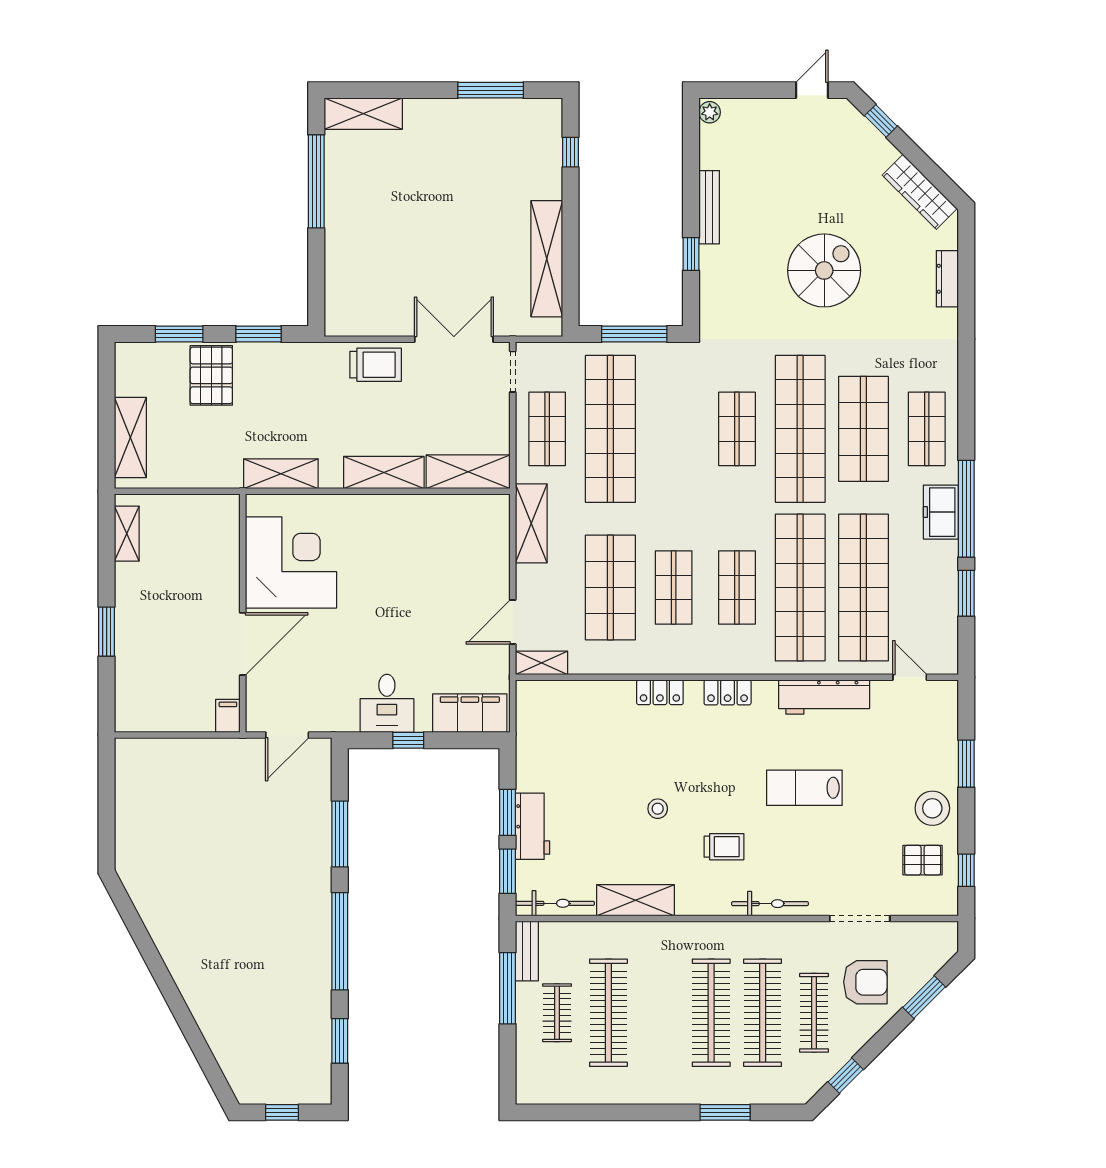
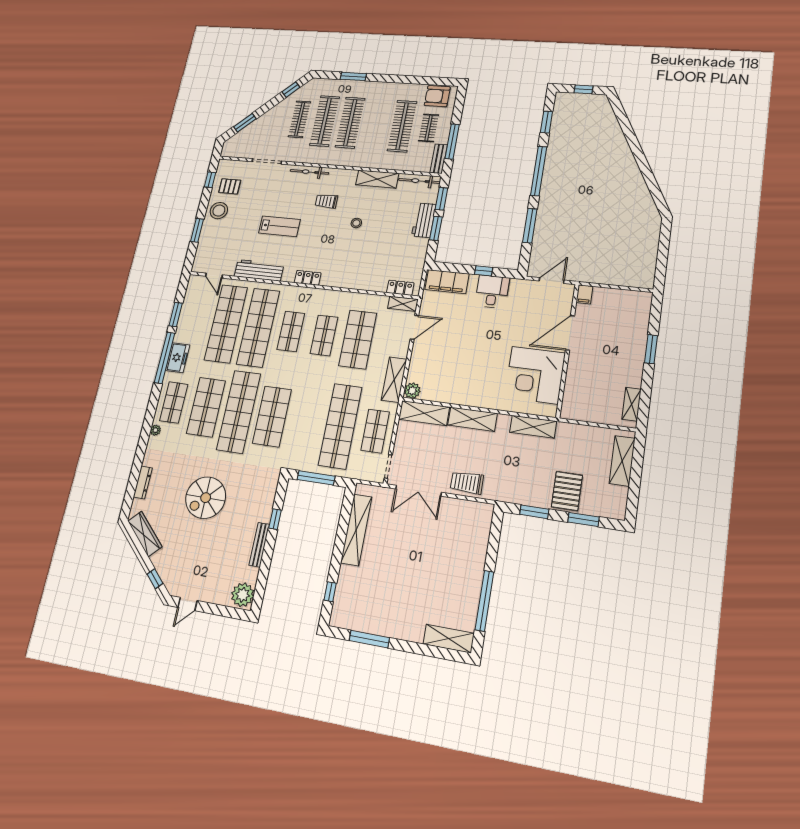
plant: (710, 112) -> (243, 595), width x1.88, depth x1.88
plant: (949, 374) -> (155, 430), added
shop shelf: (737, 429) -> (272, 416), width x1.43, depth x1.36
plant: (496, 508) -> (412, 391), added
locker: (660, 692) -> (400, 288), moved
armchair: (865, 982) -> (437, 96), moved

